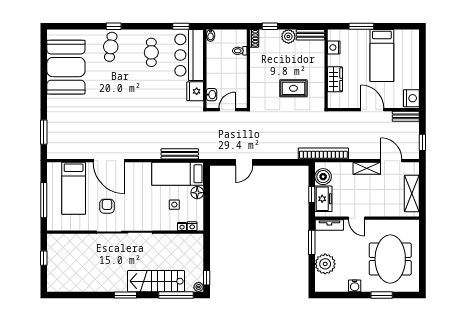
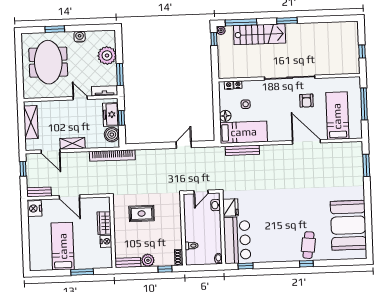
nightstand: (334, 47) -> (106, 241), moved
cafe table: (151, 52) -> (272, 241), removed

